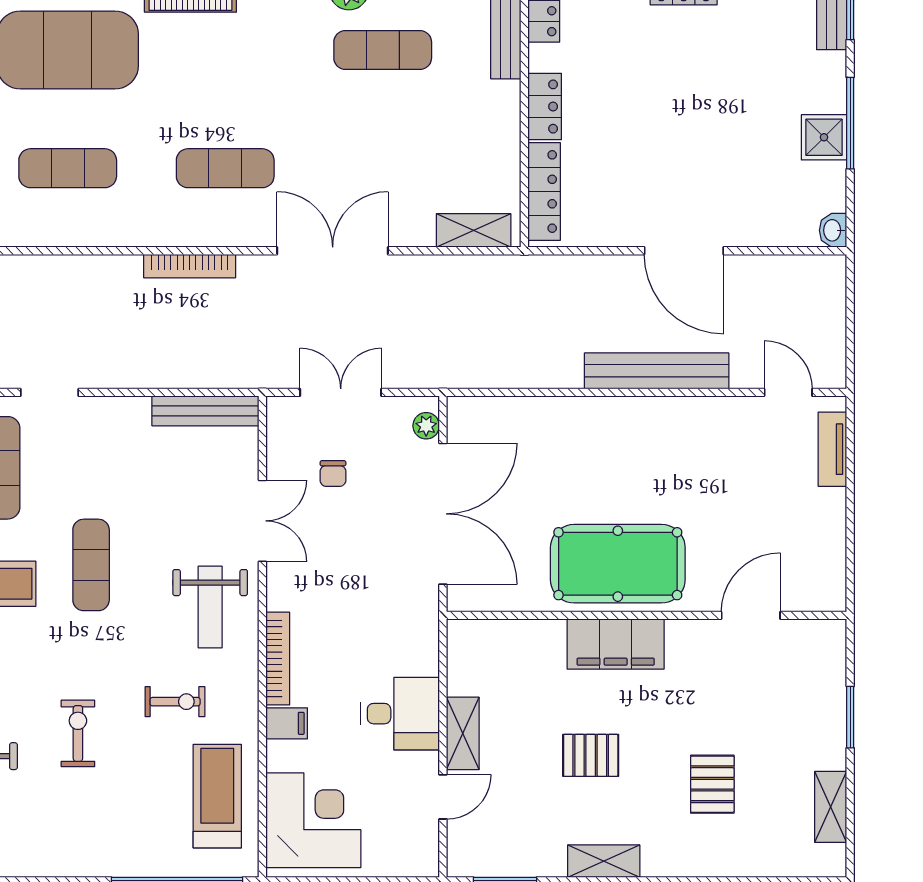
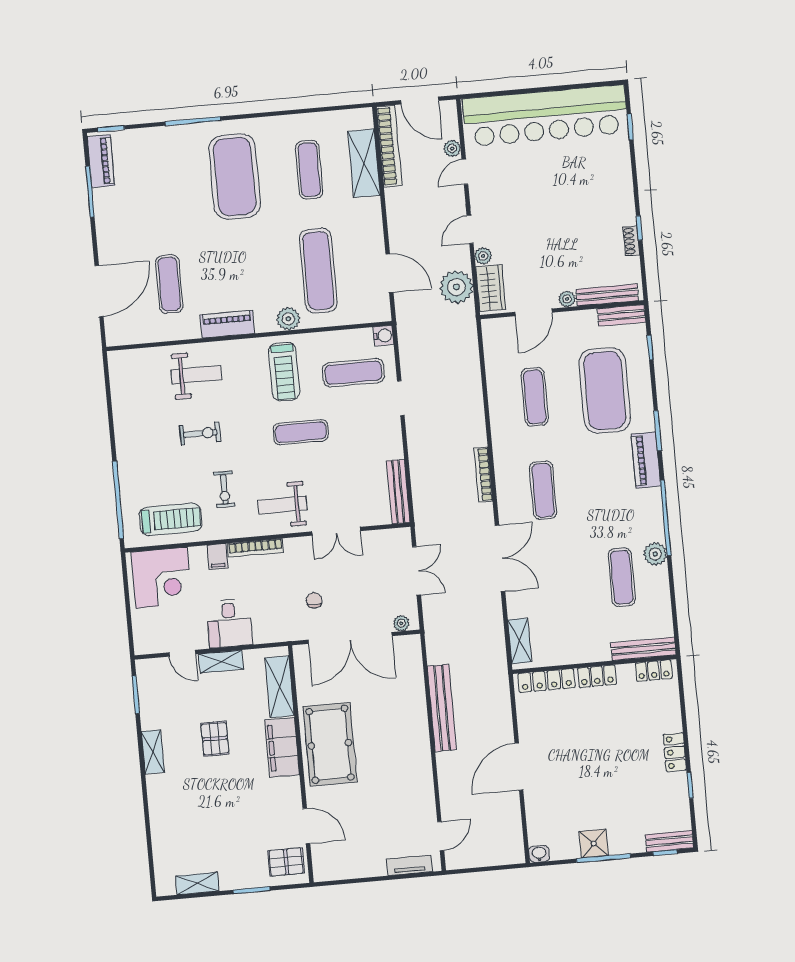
bench: (657, 371) -> (442, 708), moved
chair: (333, 474) -> (314, 600), moved, turned 90
shelving: (514, 639) -> (280, 687), added
pallet: (712, 784) -> (286, 862), moved

